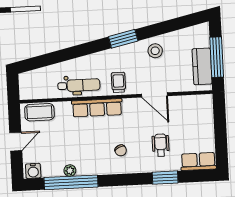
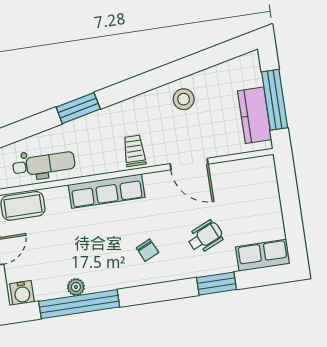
window: (123, 39) -> (78, 108), moved
dental chair: (79, 85) -> (44, 164), moved
wheelchair: (161, 145) -> (205, 237), turned 66

